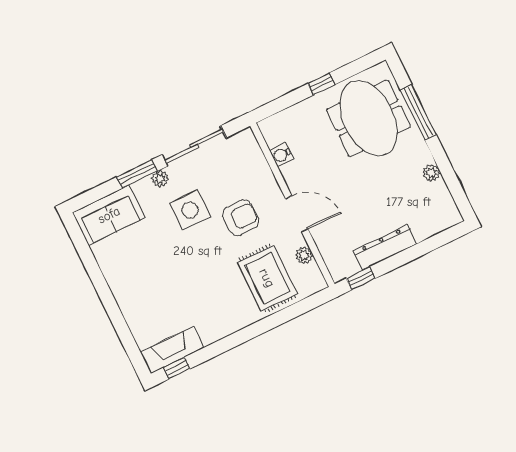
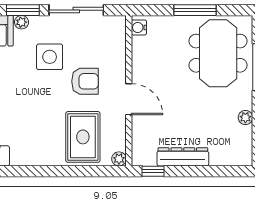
window: (321, 84) -> (195, 10), width x2.17
water cooler: (281, 155) -> (139, 27), moved
plant: (160, 179) -> (21, 22), moved
plant: (304, 255) -> (119, 159), moved

